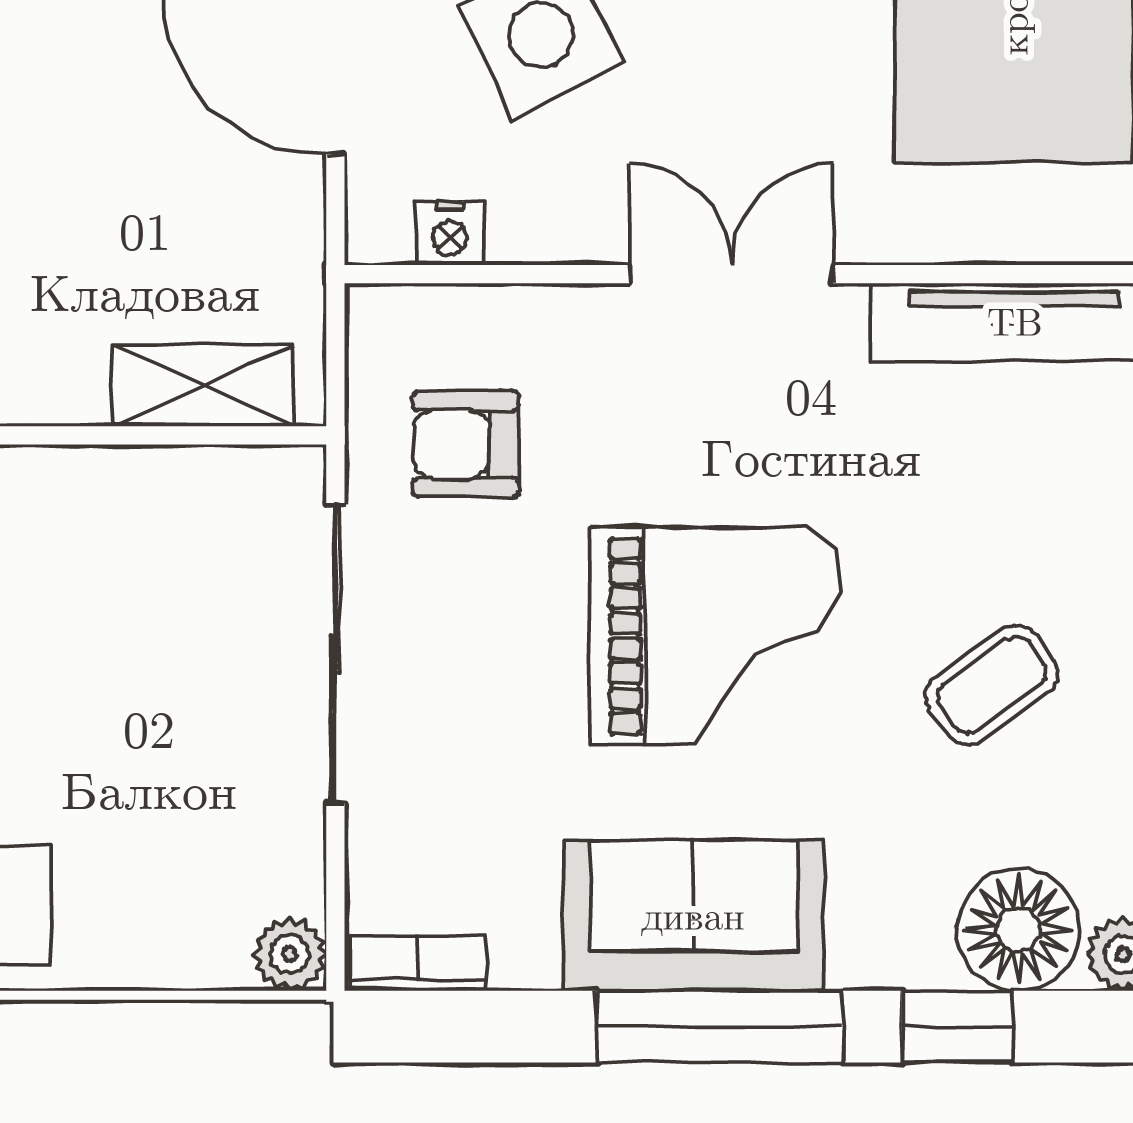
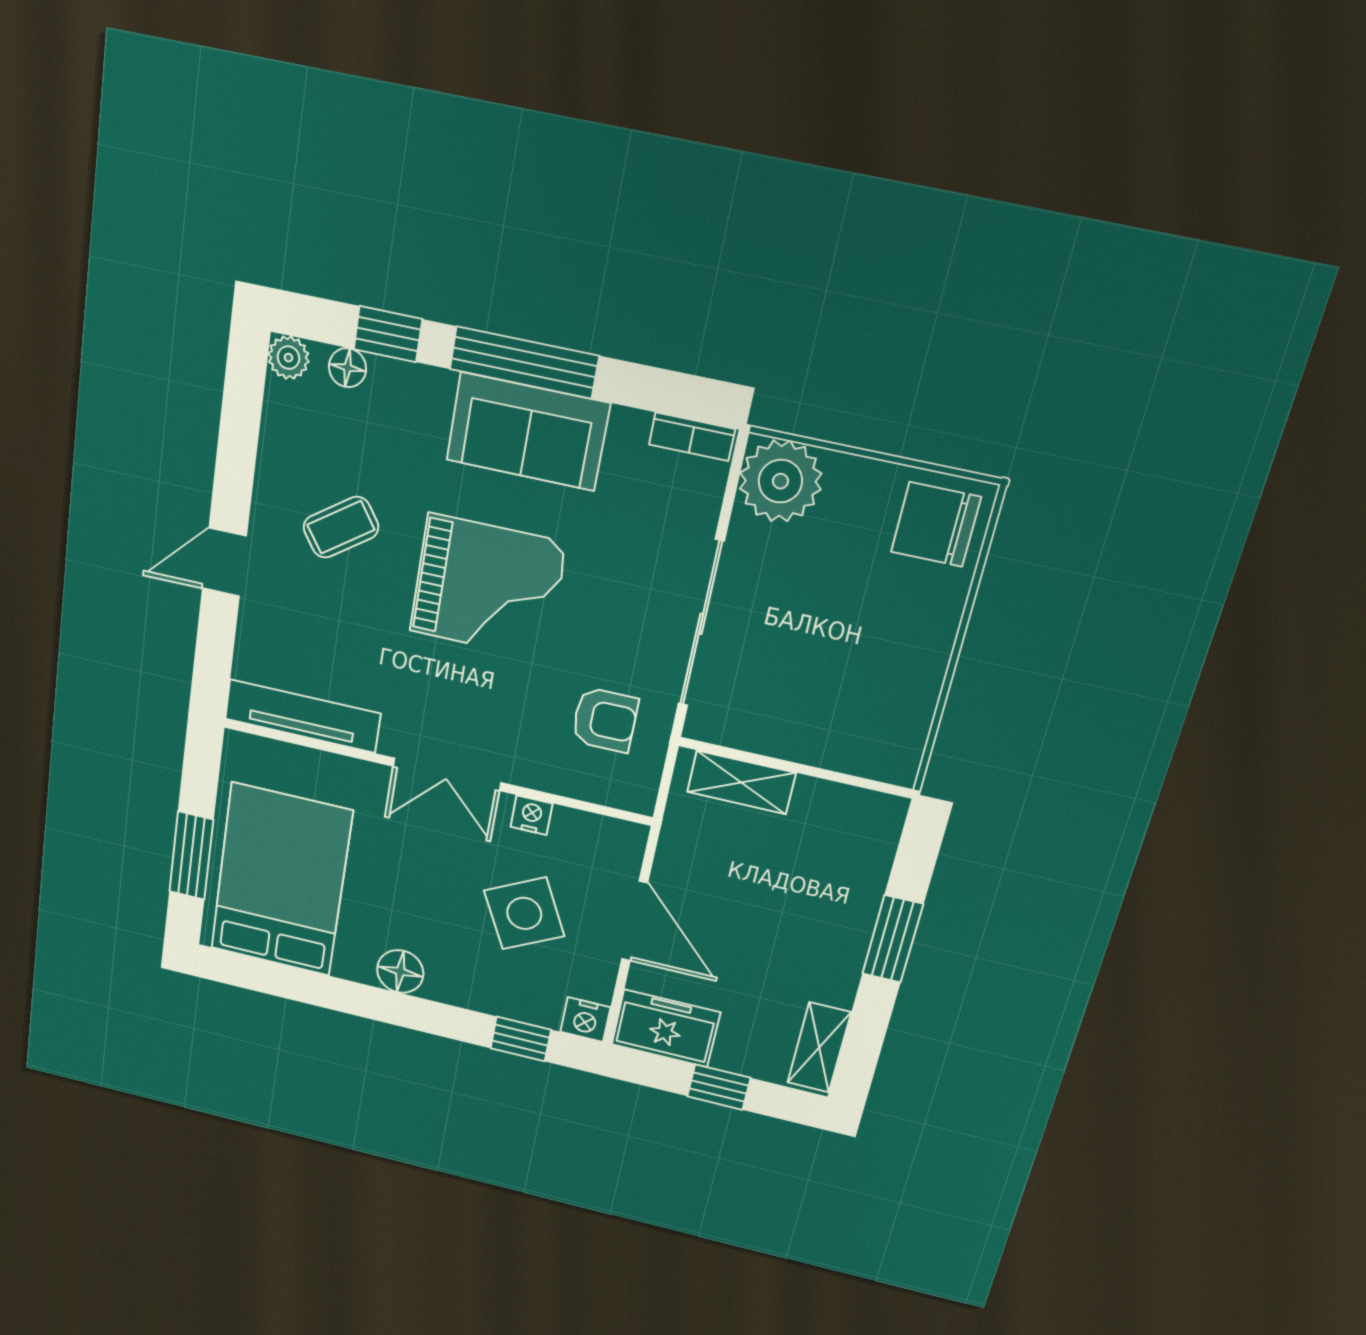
nightstand: (450, 233) -> (532, 815), moved
grand piano: (716, 636) -> (488, 587), turned 180
floor lamp: (1019, 929) -> (347, 368), width x0.53, depth x0.53
plant: (290, 954) -> (780, 481), width x1.87, depth x1.87

